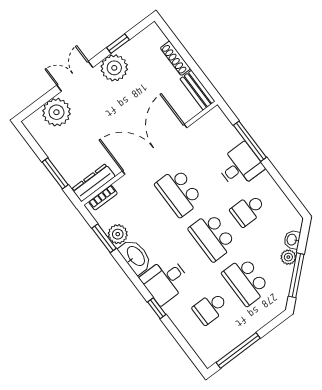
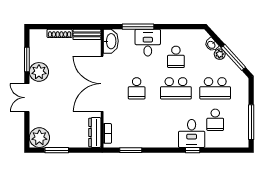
window: (118, 44) -> (27, 60), width x1.50
plant: (56, 112) -> (39, 138), moved
window: (55, 173) -> (57, 150), moved
school desk: (179, 192) -> (137, 88), width x0.54
plant: (118, 234) -> (134, 141), removed
washbasin: (135, 256) -> (111, 41), moved, turned 90
desk: (165, 280) -> (192, 133), moved

